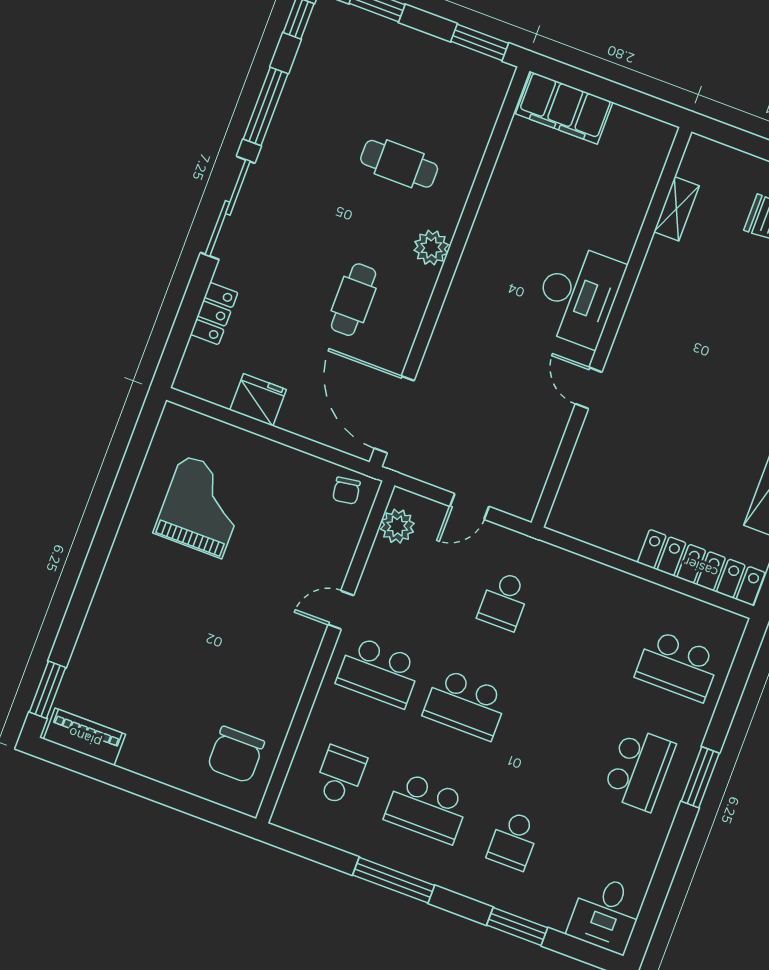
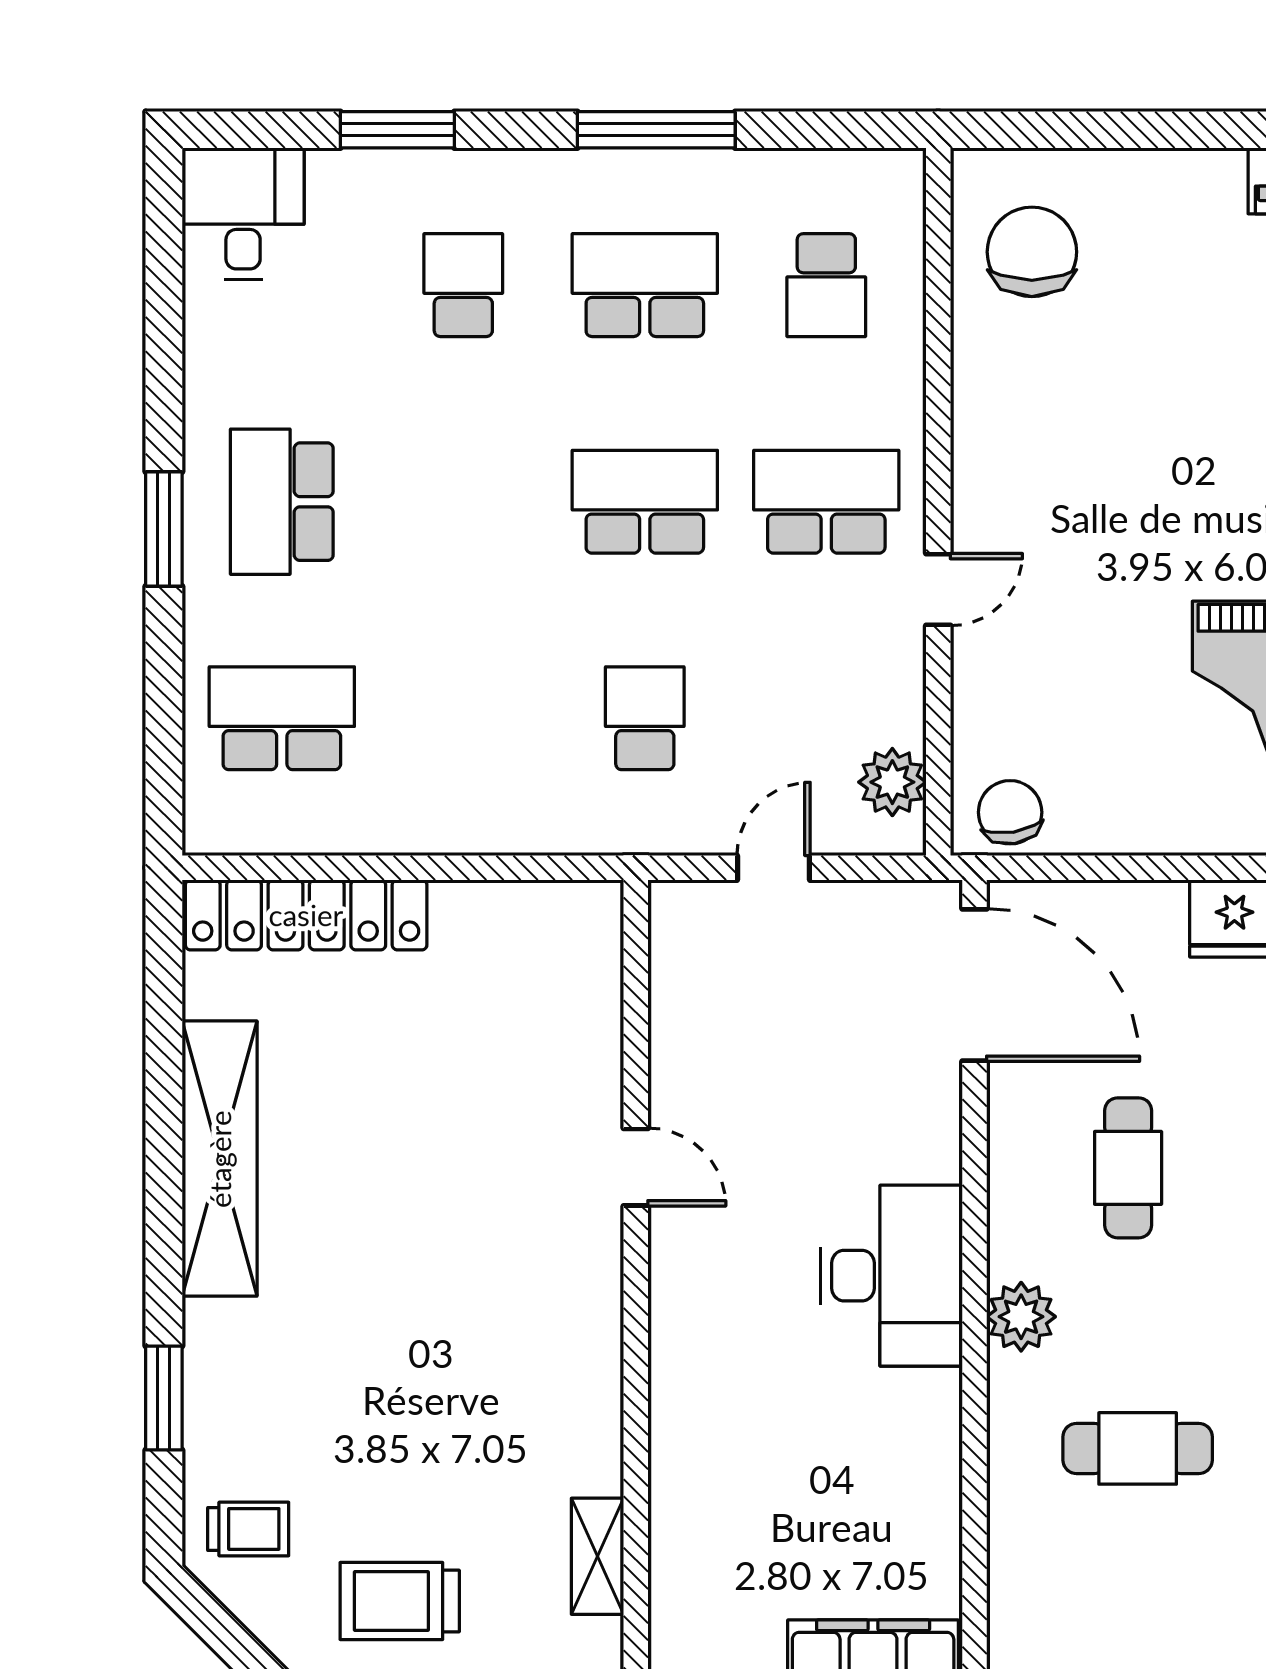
desk: (578, 295) -> (891, 1276), moved, turned 180
chair: (346, 491) -> (1010, 812), width x1.37, depth x1.37

